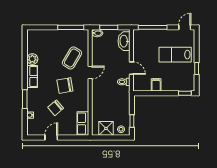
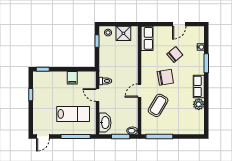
lab bench: (175, 55) -> (73, 114), moved

